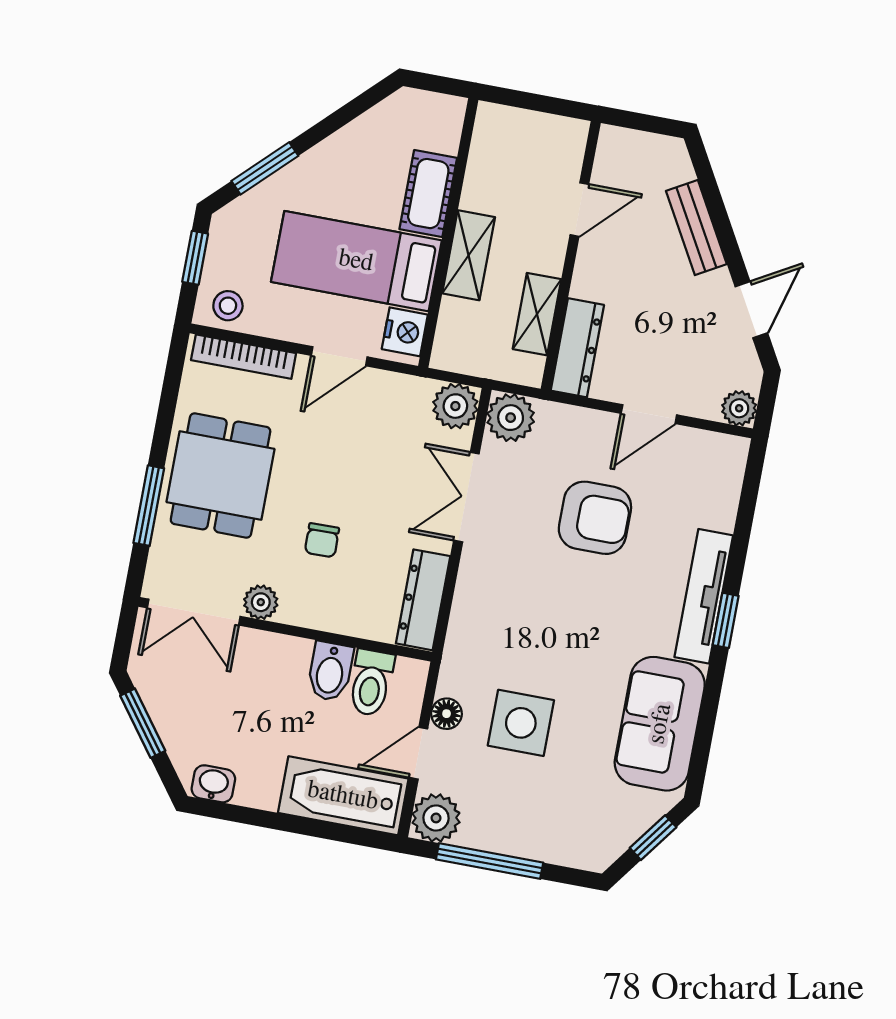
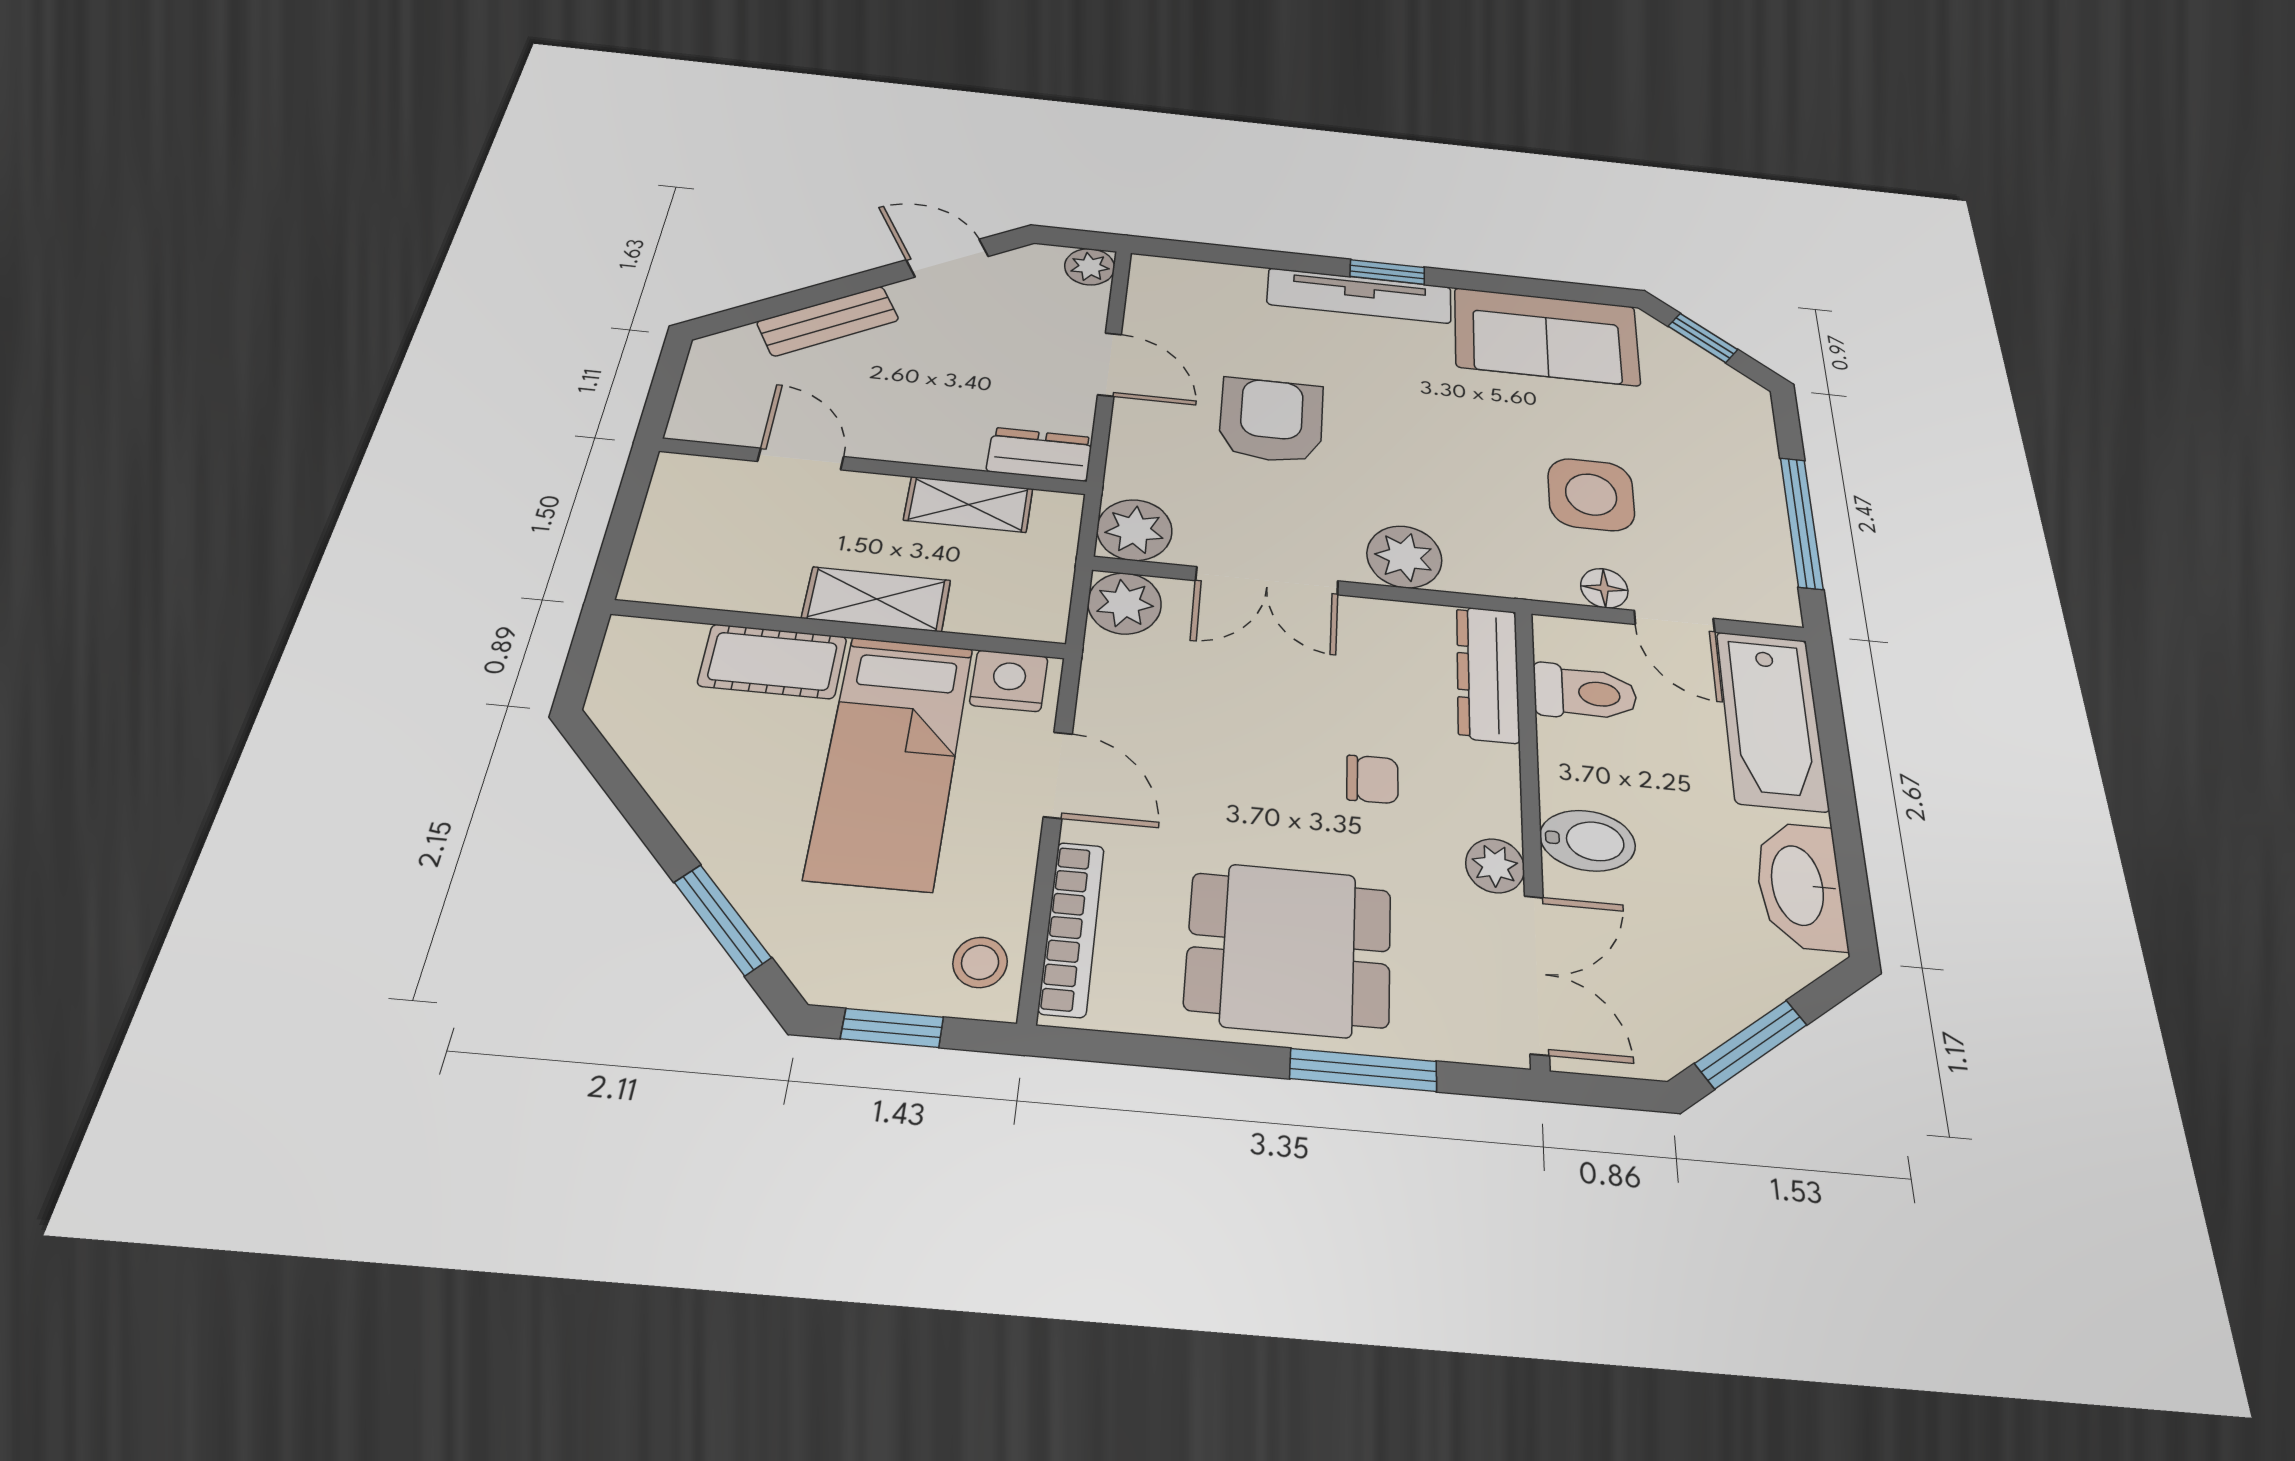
dresser: (577, 348) -> (1040, 454), width x0.70
dresser: (423, 600) -> (1488, 674), moved, turned 90
bidet: (330, 671) -> (1588, 841), moved
washbasin: (213, 784) -> (1800, 885), width x1.91, depth x1.45
plant: (436, 818) -> (1404, 557), moved

